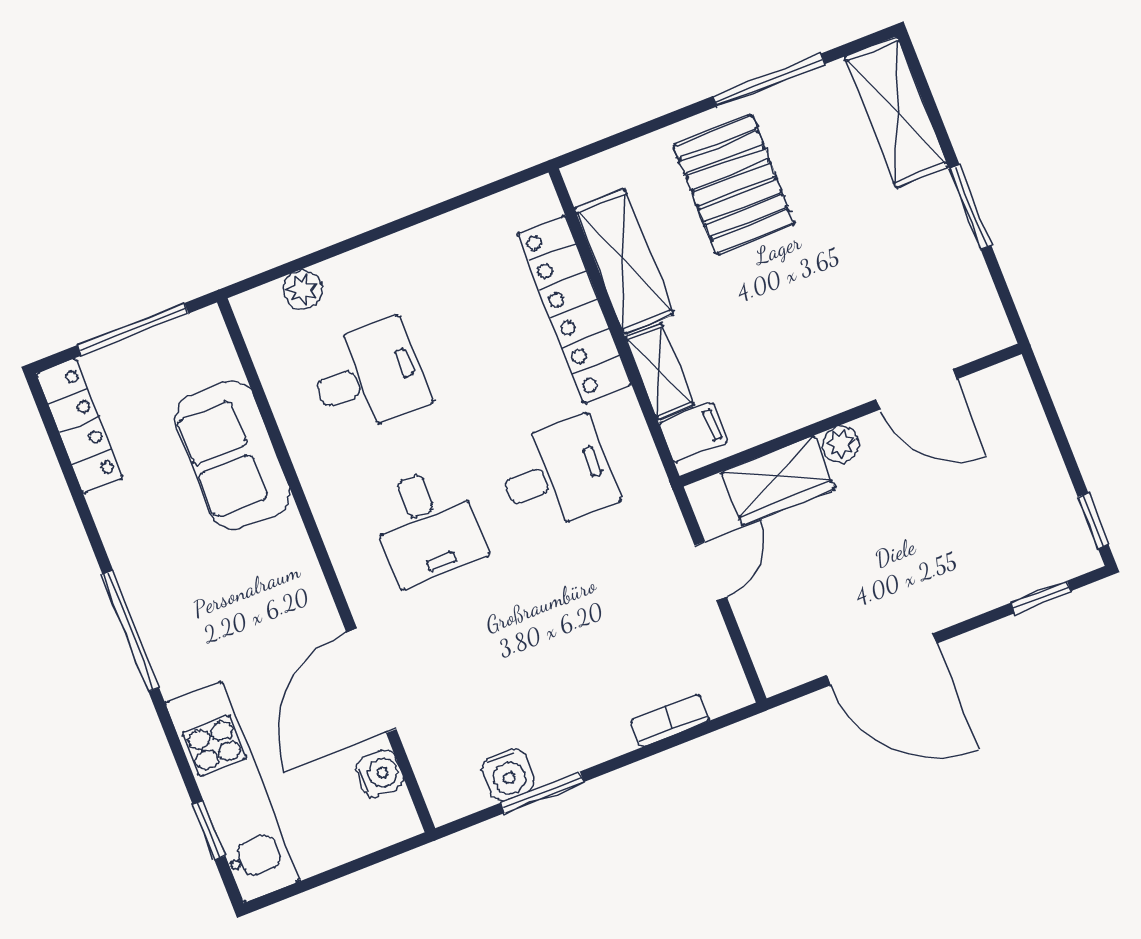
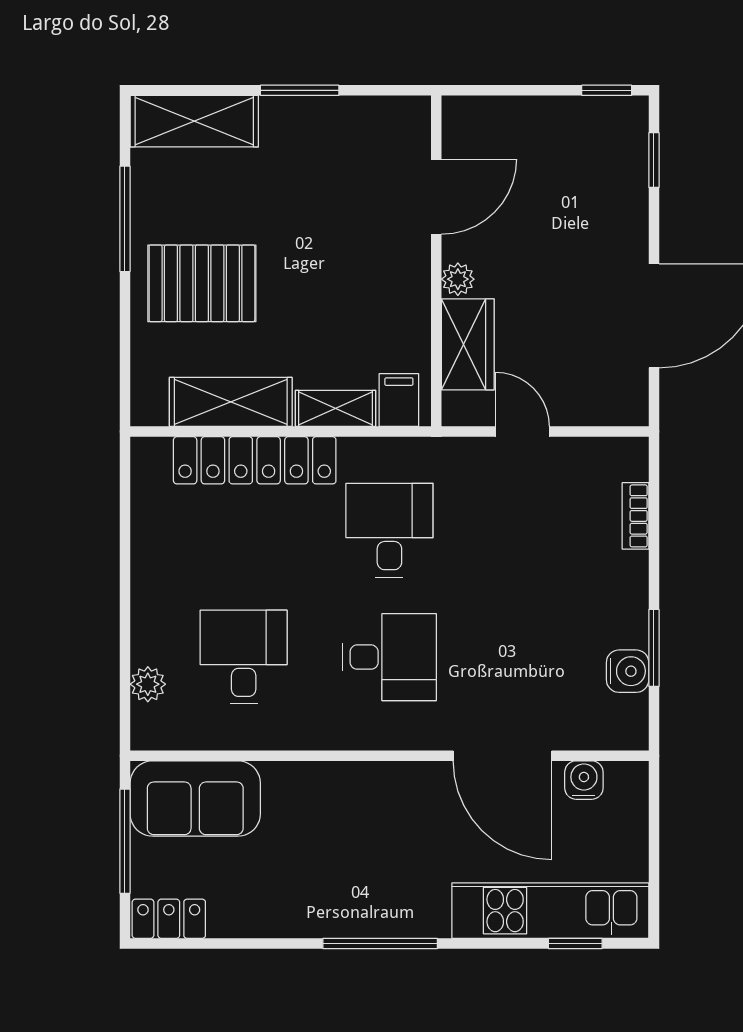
locker: (79, 426) -> (169, 919), width x0.66
sofa: (233, 455) -> (195, 799), moved

